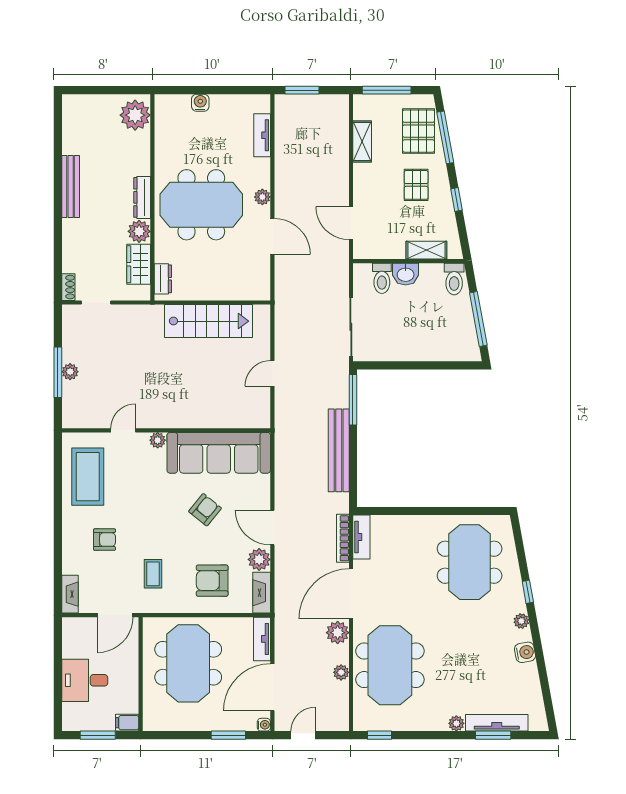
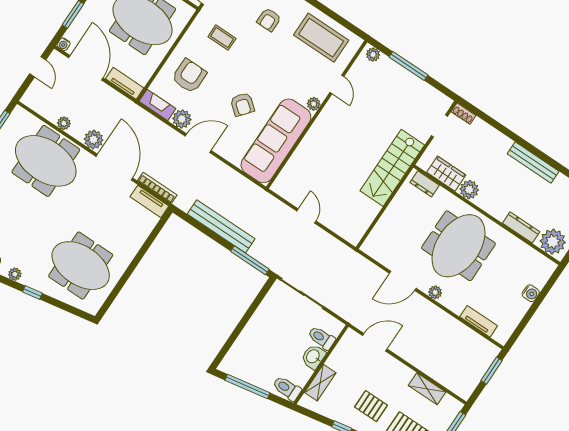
dresser: (142, 197) -> (521, 227), moved
stairs: (209, 321) -> (392, 168), moved
plant: (70, 372) -> (373, 55), moved

